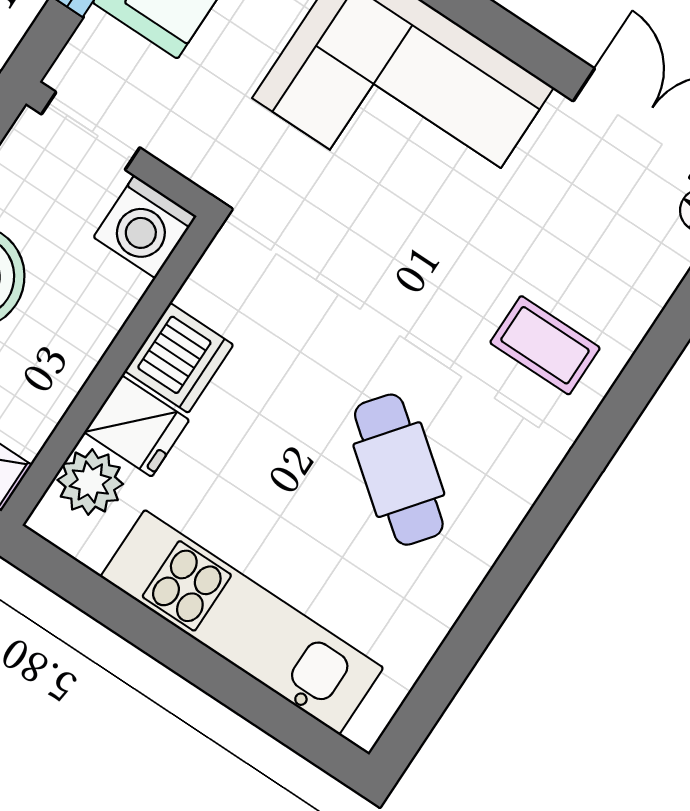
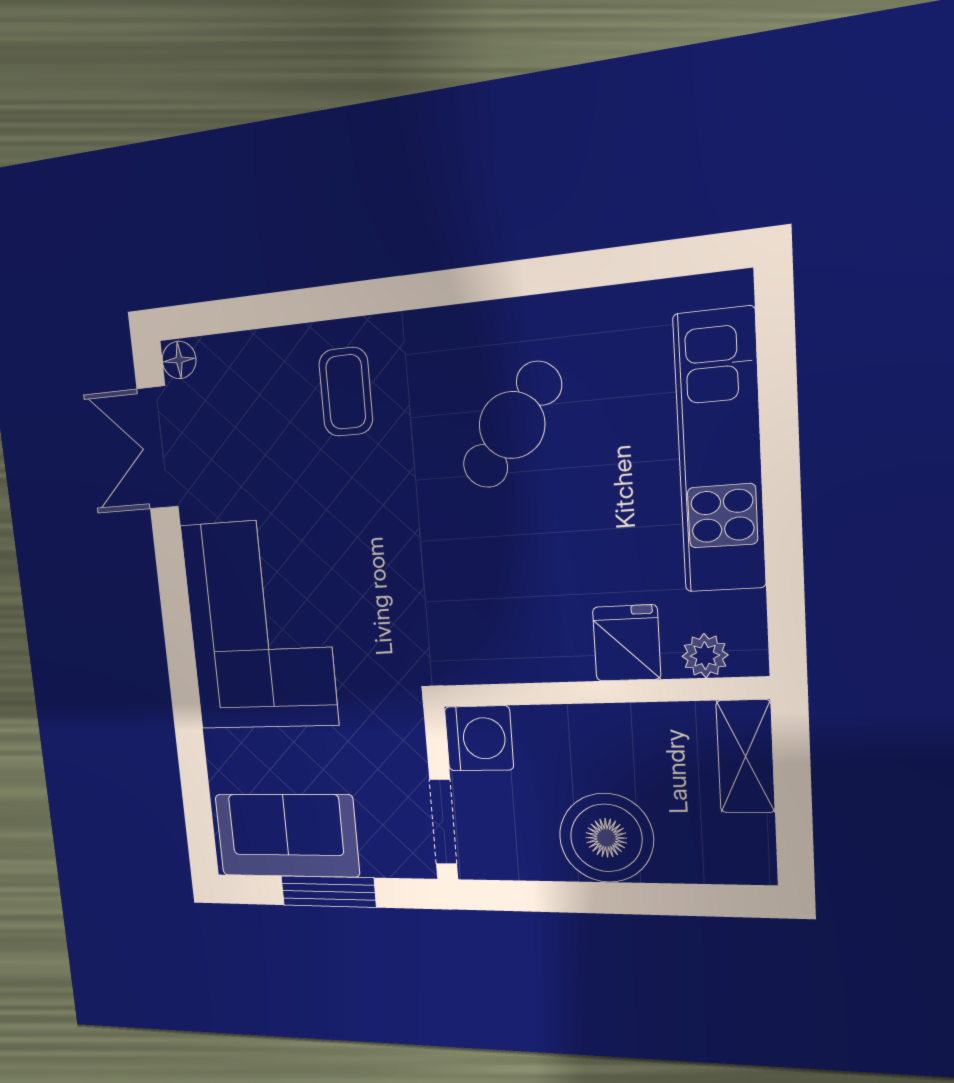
dishwasher: (179, 358) -> (553, 648), removed
plant: (90, 482) -> (705, 656), width x0.73, depth x0.73

